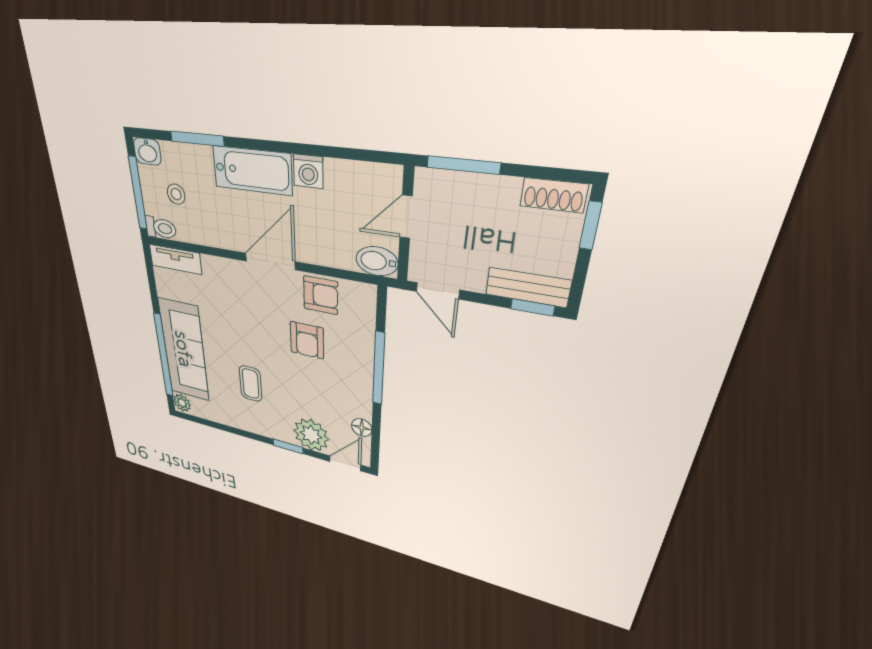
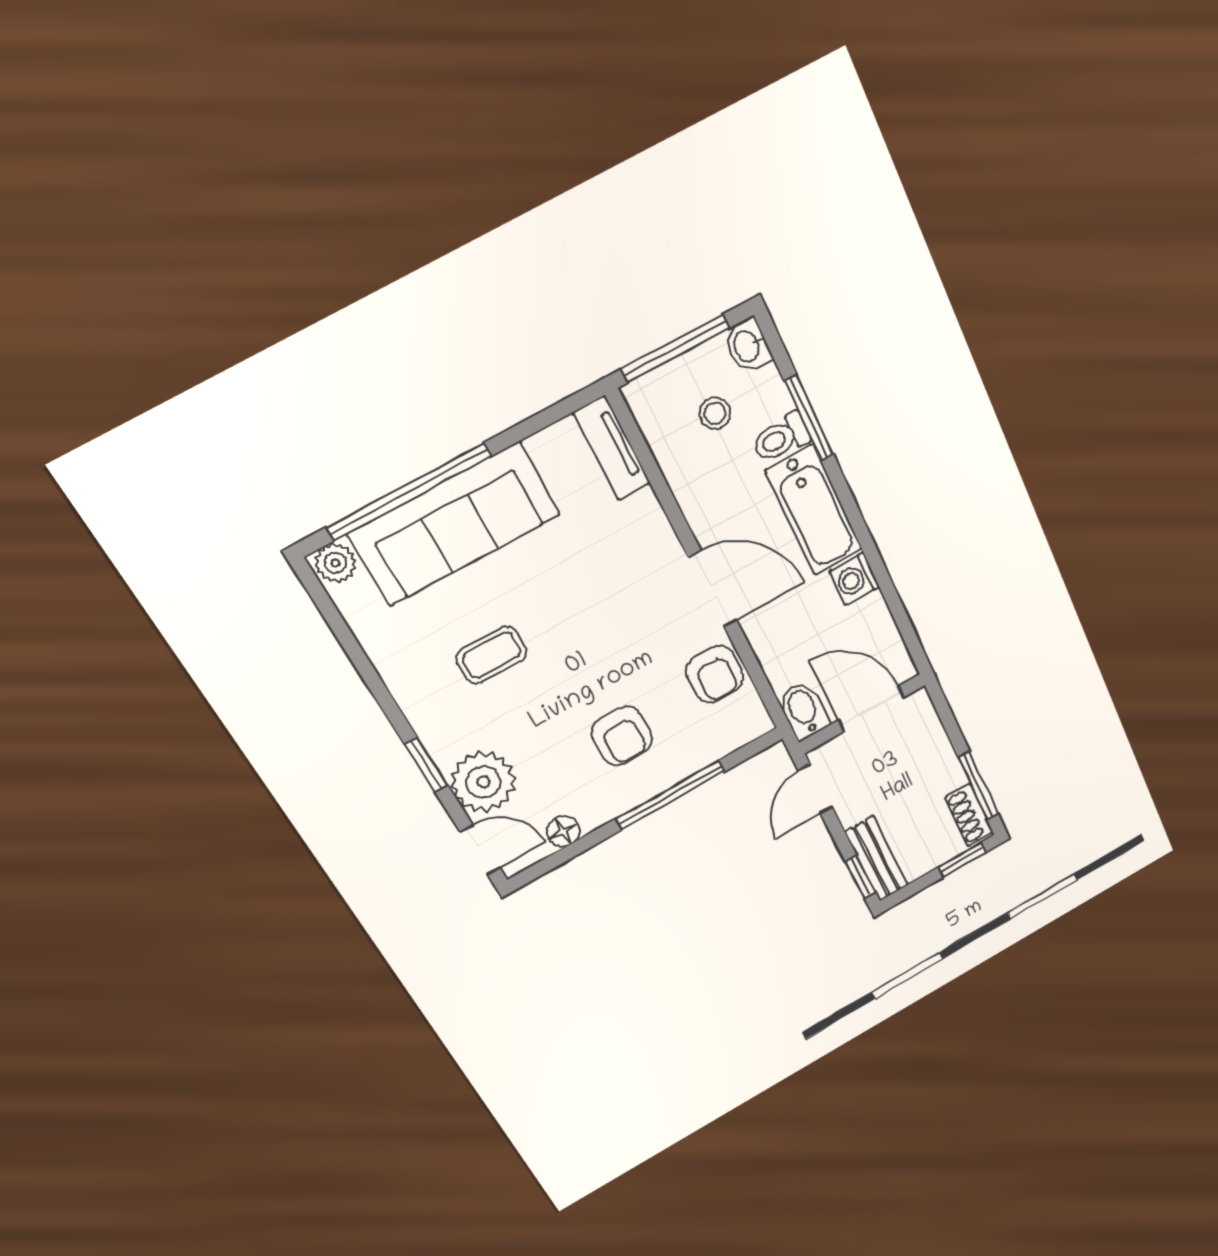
window: (463, 165) -> (978, 785), moved
door: (406, 217) -> (871, 709), width x1.38
toilet: (161, 228) -> (781, 438), moved, turned 90
armchair: (307, 340) -> (622, 736), moved, turned -90

